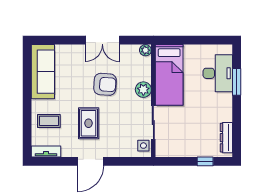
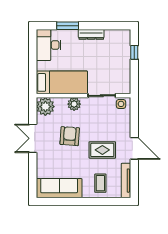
double door: (102, 40) -> (33, 138), swing flipped
plant: (145, 50) -> (45, 107), width x1.88, depth x1.88
desk: (218, 73) -> (49, 45), moved, turned -90
dresser: (226, 138) -> (91, 34), moved
tv unit: (46, 152) -> (126, 181), width x1.41

